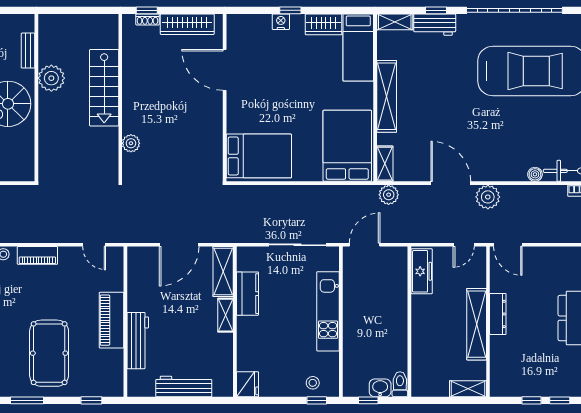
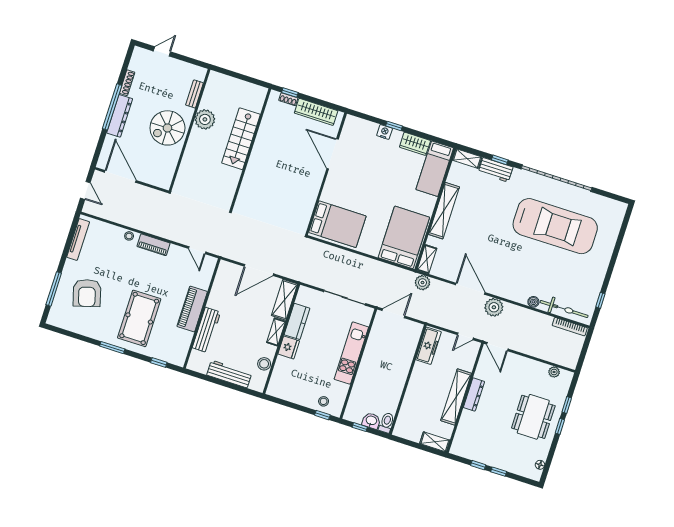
plant: (131, 143) -> (247, 185), removed
stool: (223, 360) -> (264, 364), added
fridge: (248, 384) -> (289, 347), moved

